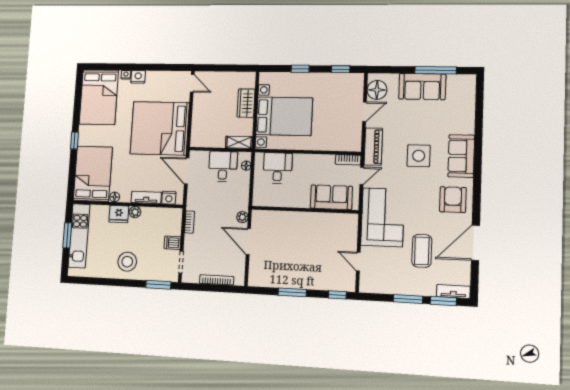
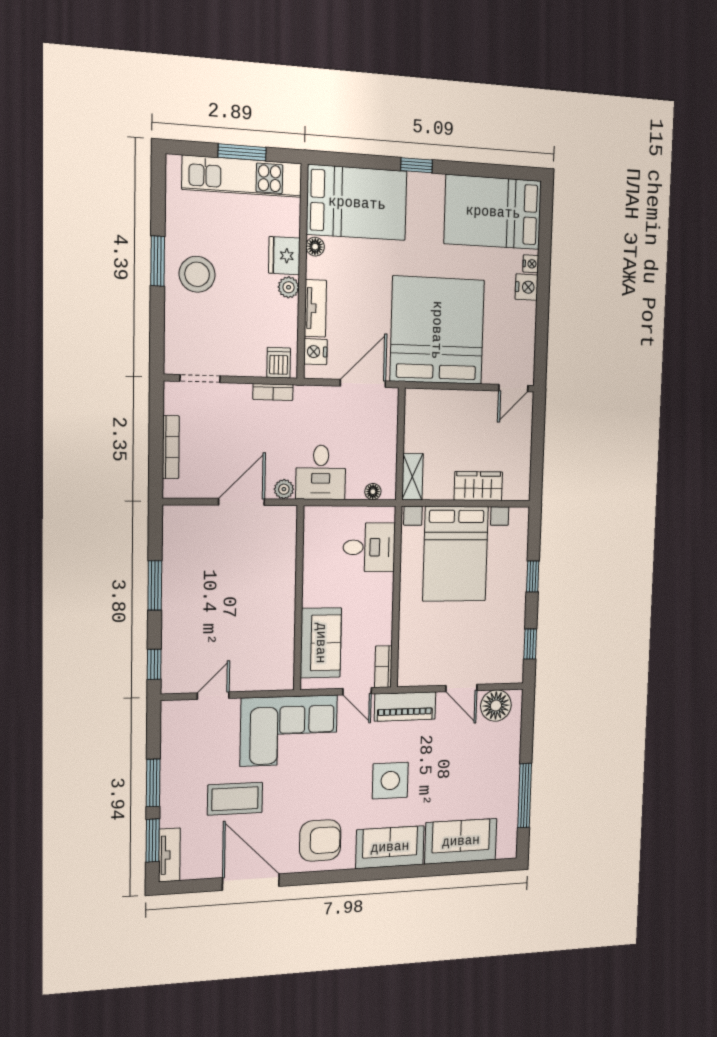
sofa: (422, 87) -> (461, 841), moved, turned 90
desk: (223, 166) -> (321, 472), moved, turned 90
dishwasher: (172, 243) -> (279, 363), moved
window: (158, 285) -> (158, 261), moved

